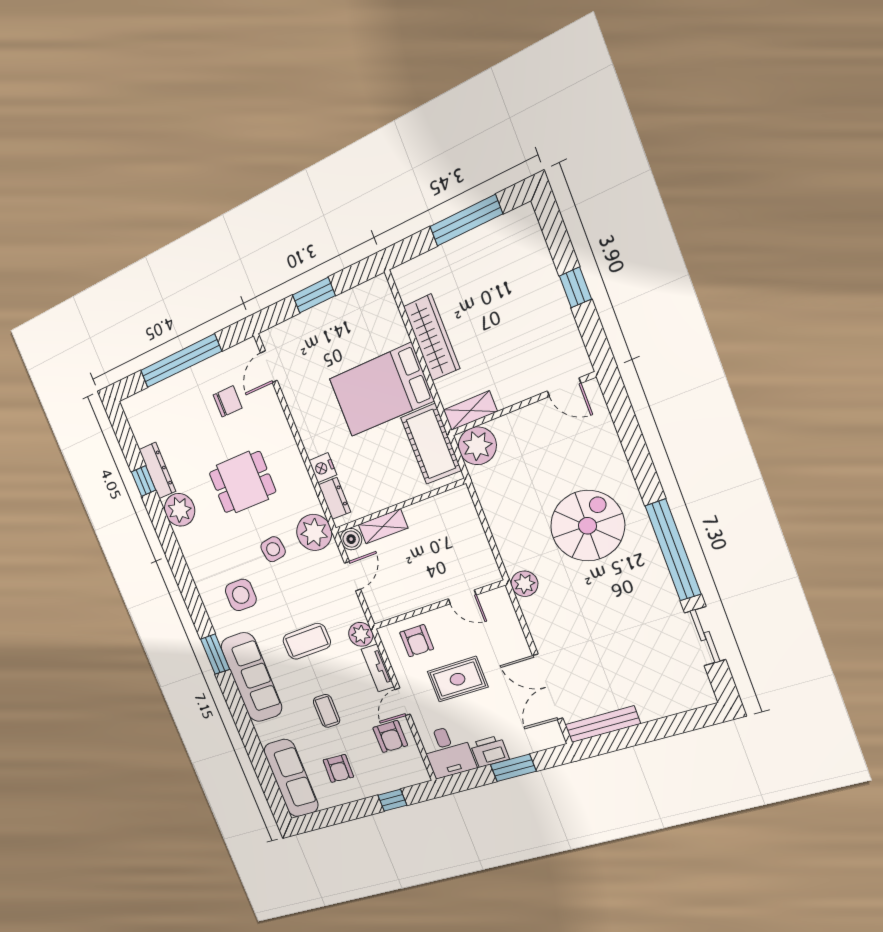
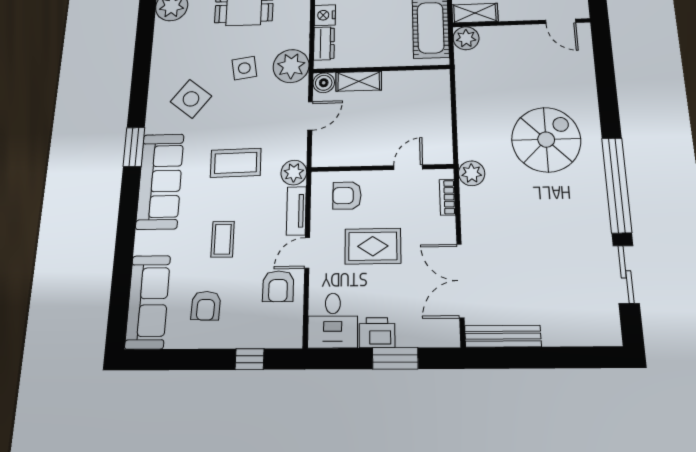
plant: (477, 446) -> (466, 38), width x0.73, depth x0.73
side table: (241, 595) -> (191, 99), turned 38
door: (462, 597) -> (408, 167), swing flipped
bookcase: (509, 614) -> (447, 197), added
armchair: (417, 641) -> (347, 196), turned 90

